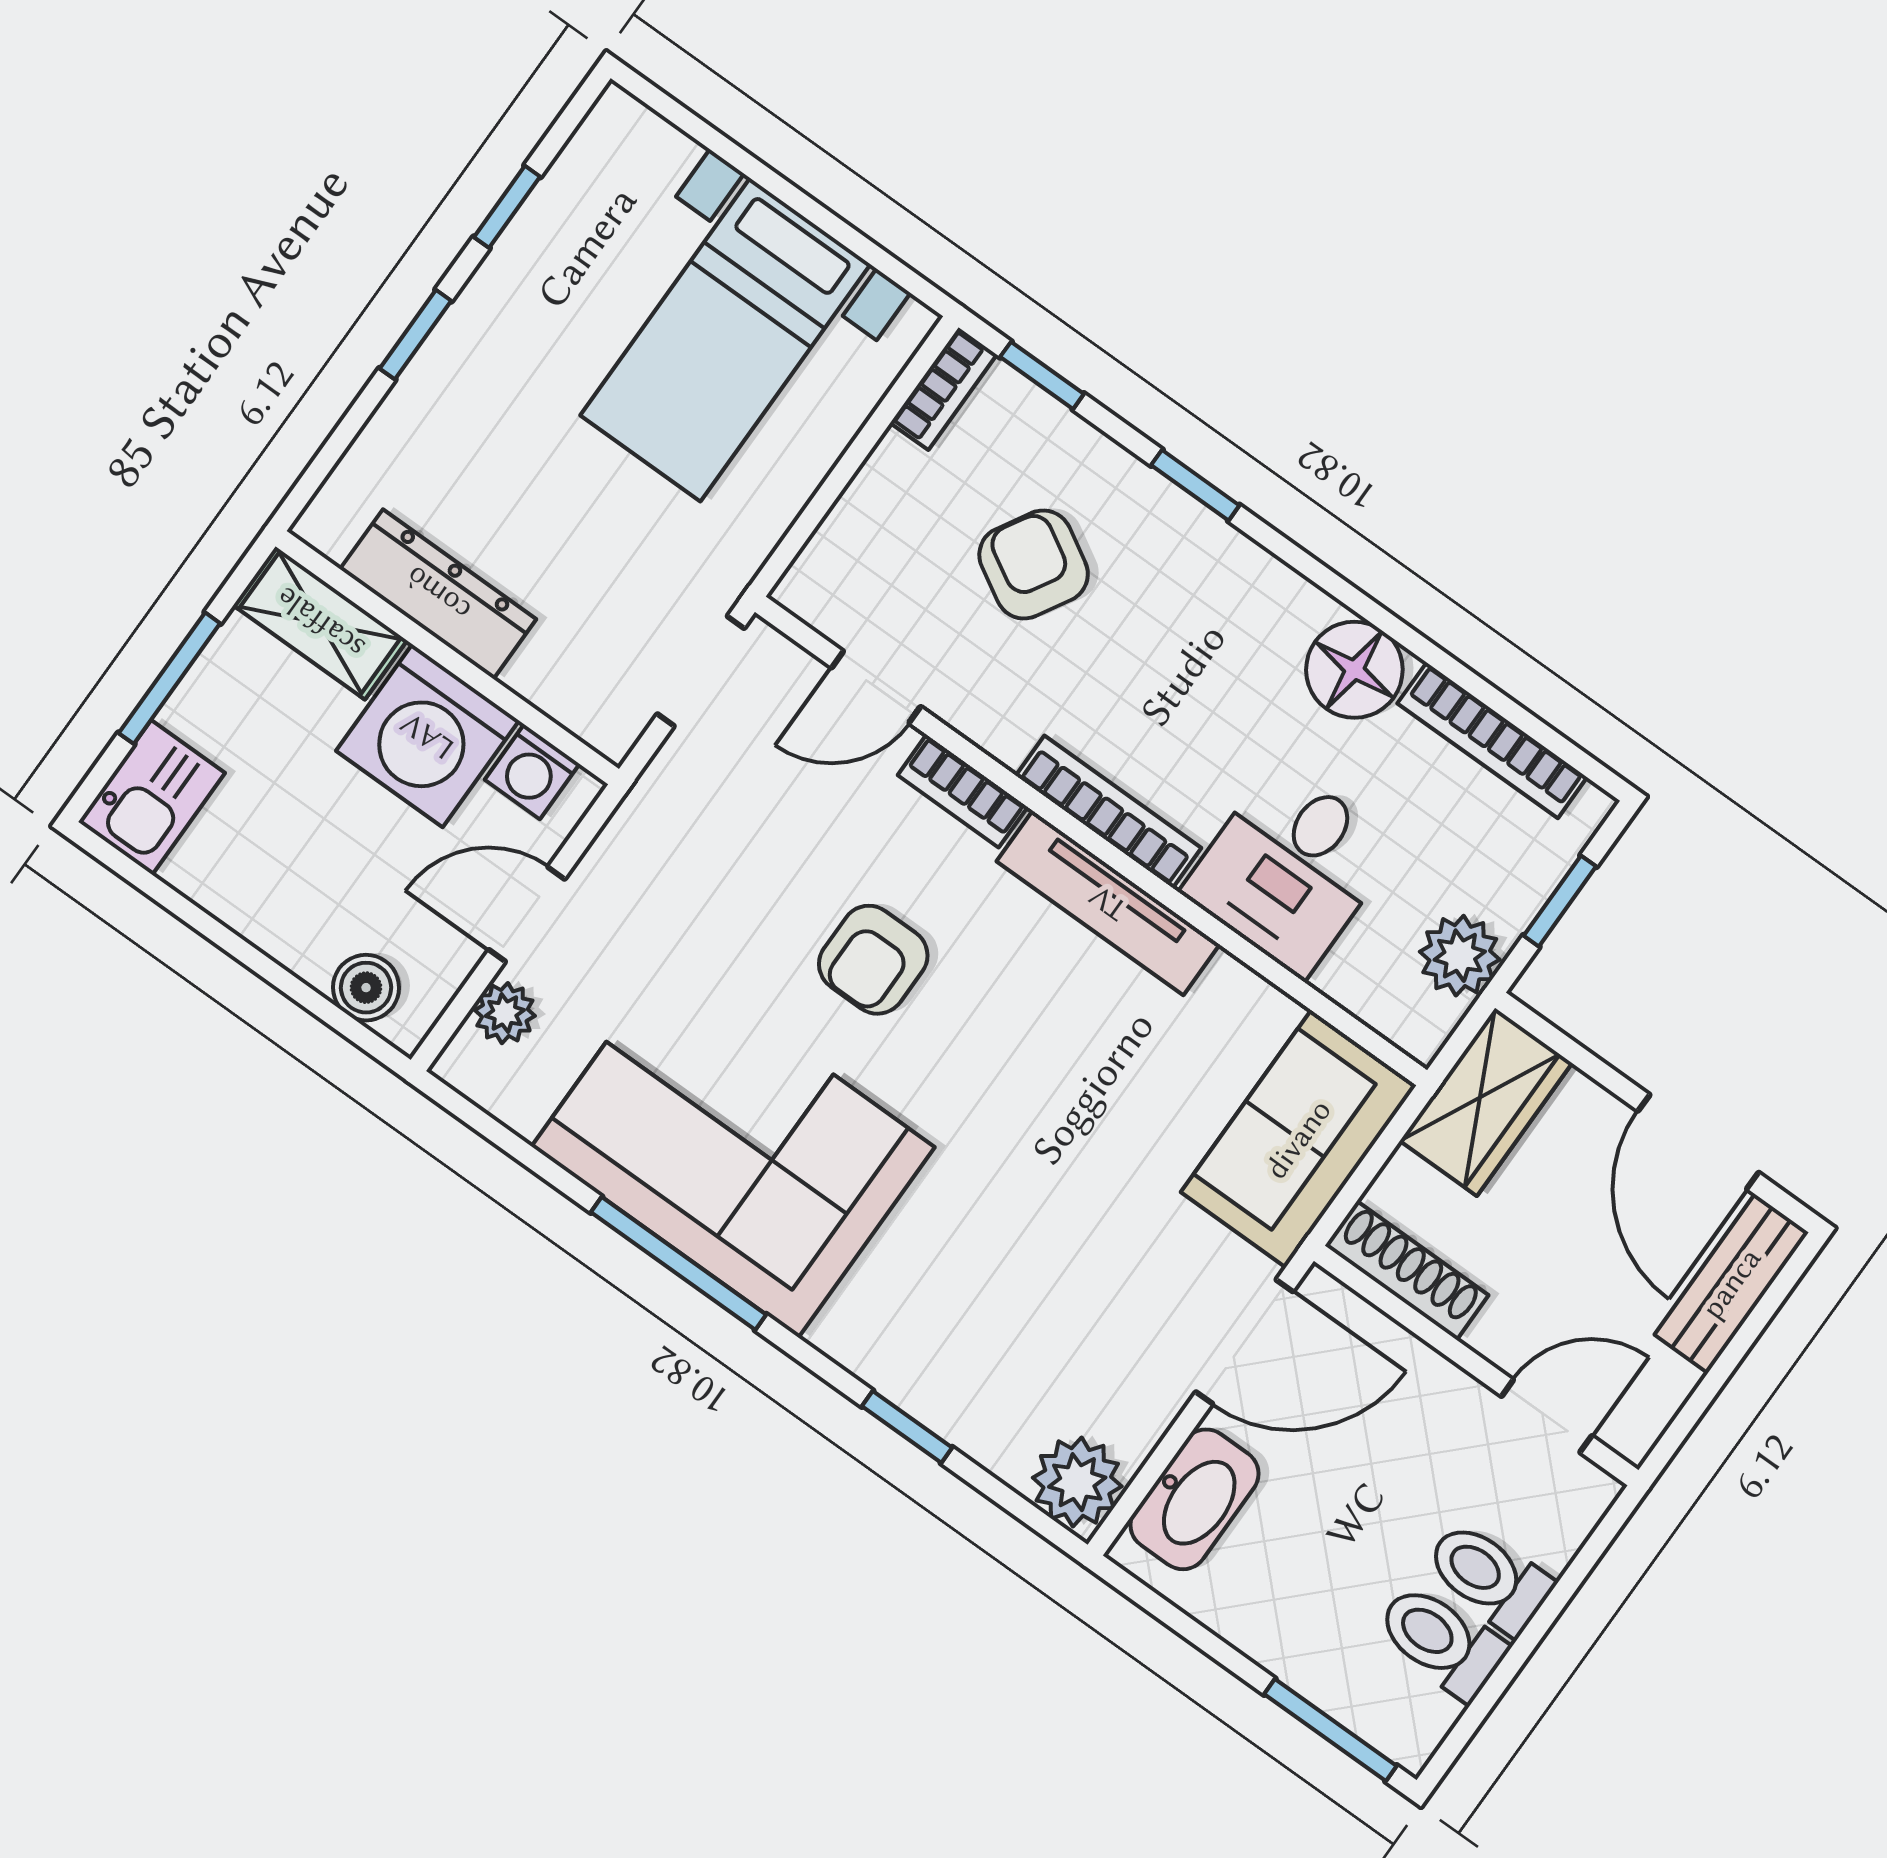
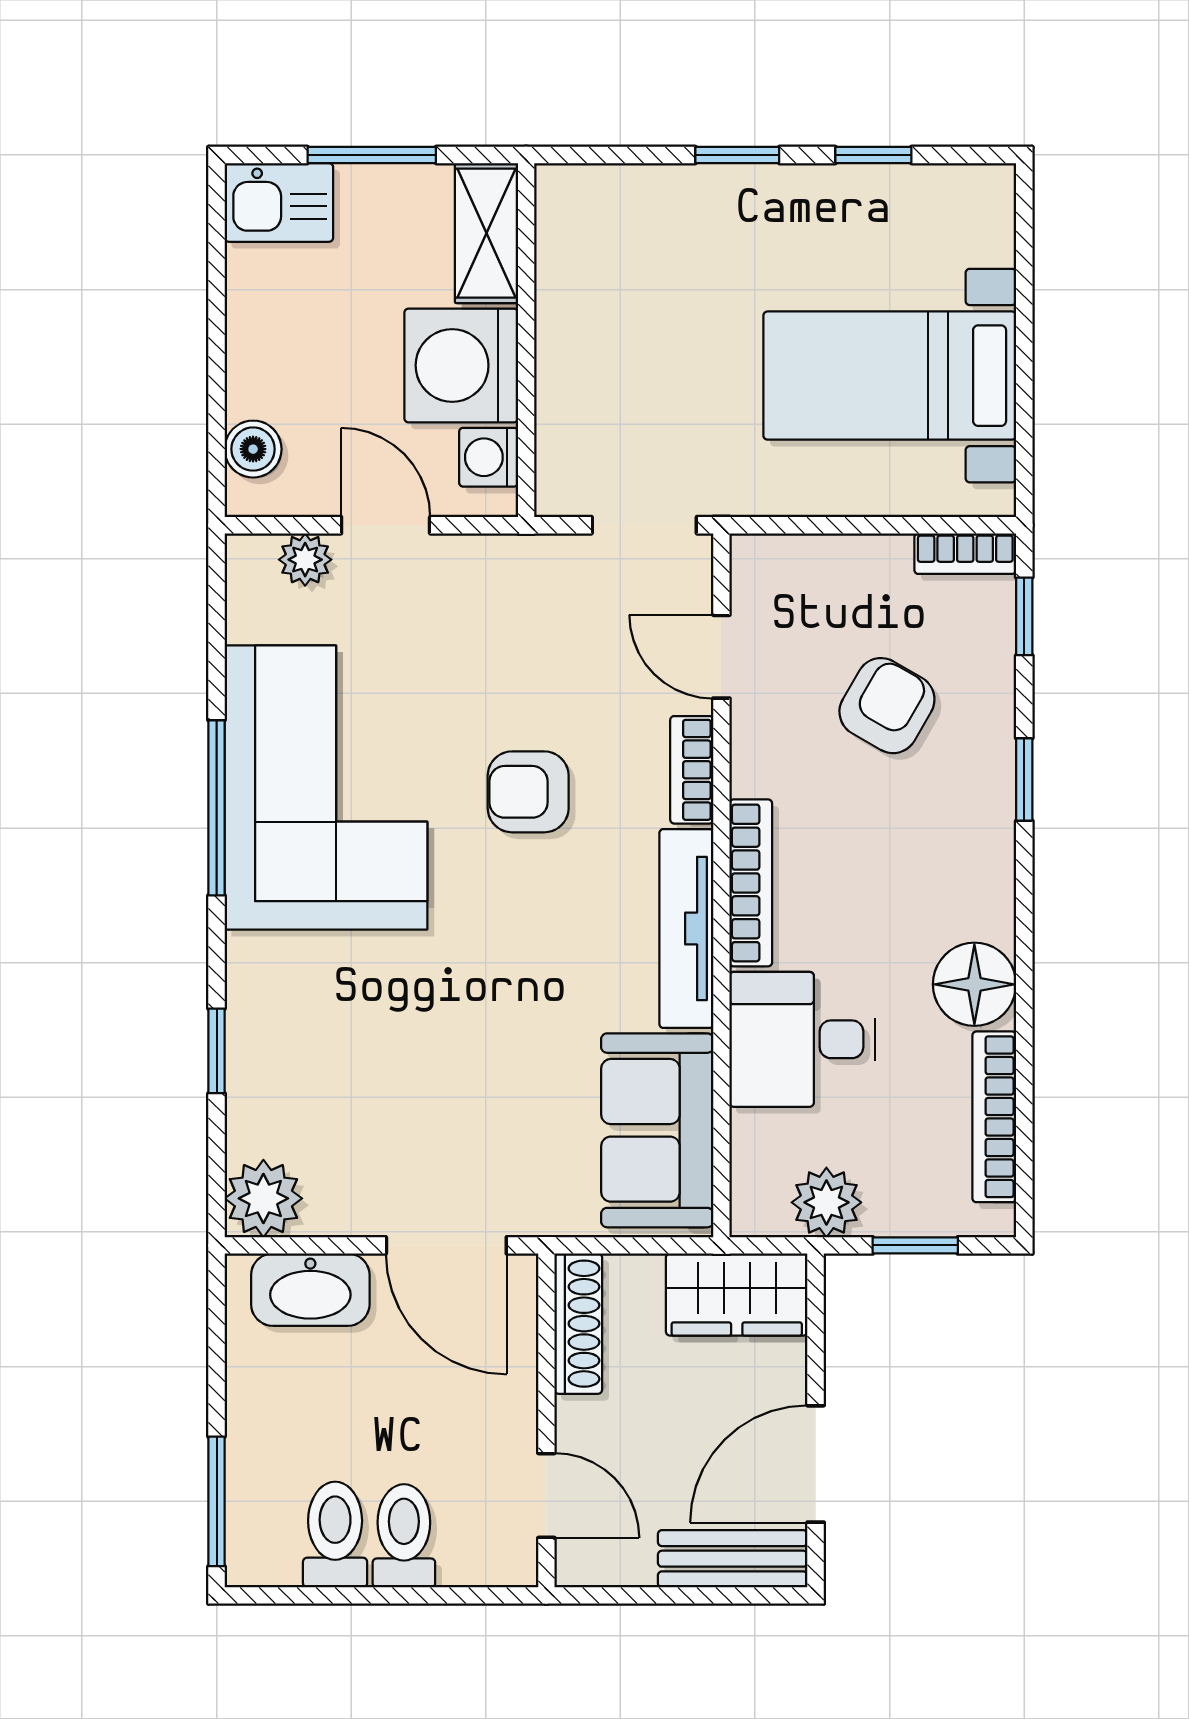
dresser: (438, 594) -> (566, 302), removed
sofa: (1298, 1139) -> (657, 1130), moved, turned -90

